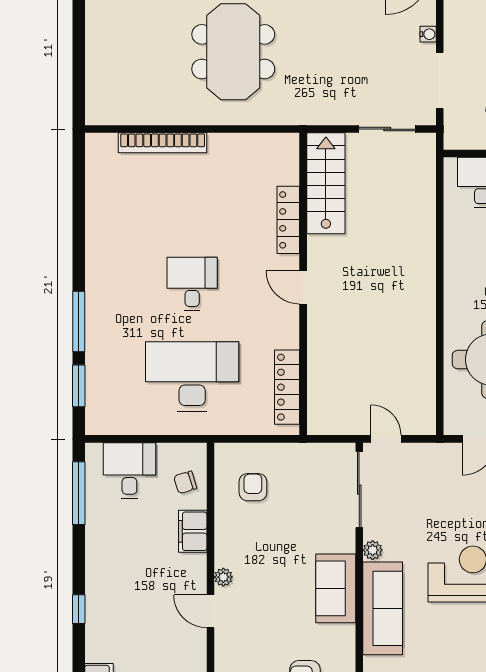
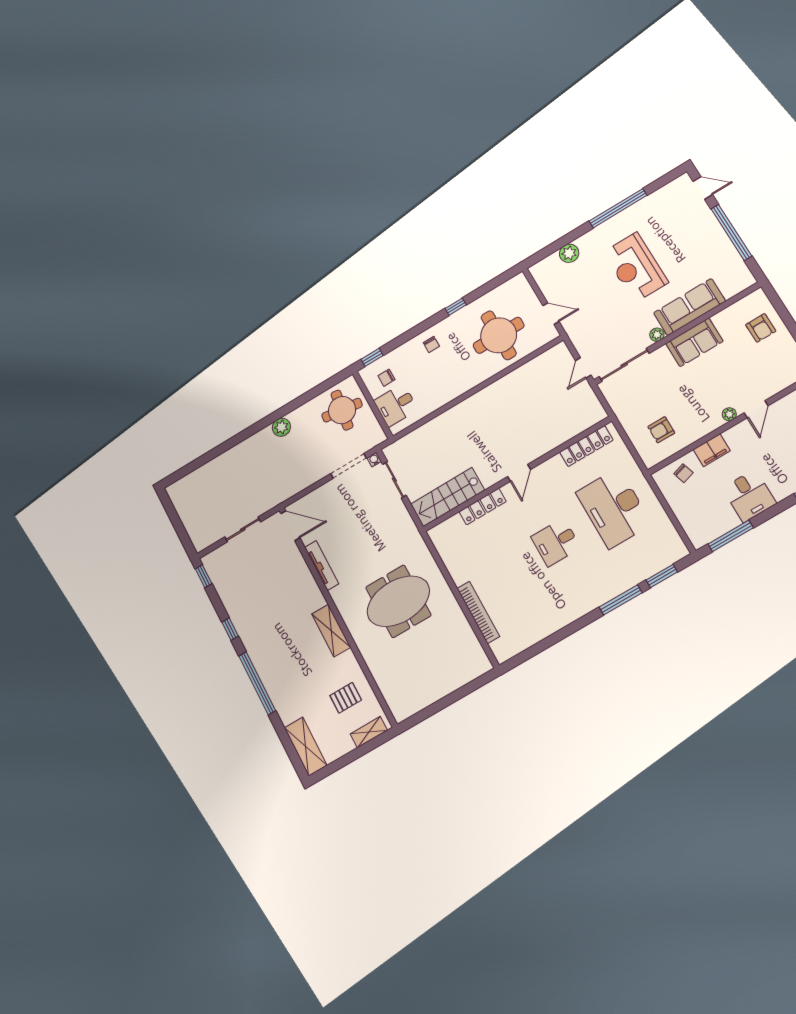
water cooler: (428, 34) -> (374, 460), moved
desk: (129, 471) -> (749, 496), moved, turned -90

